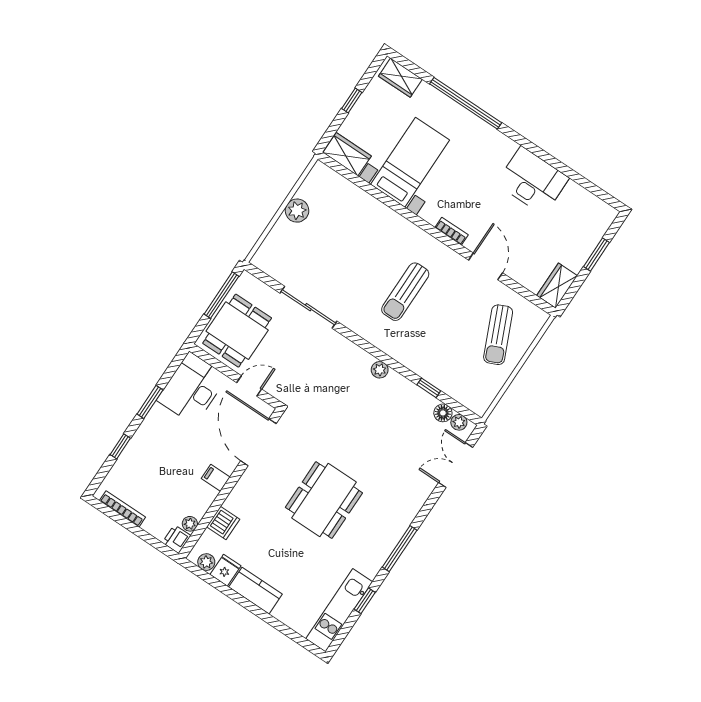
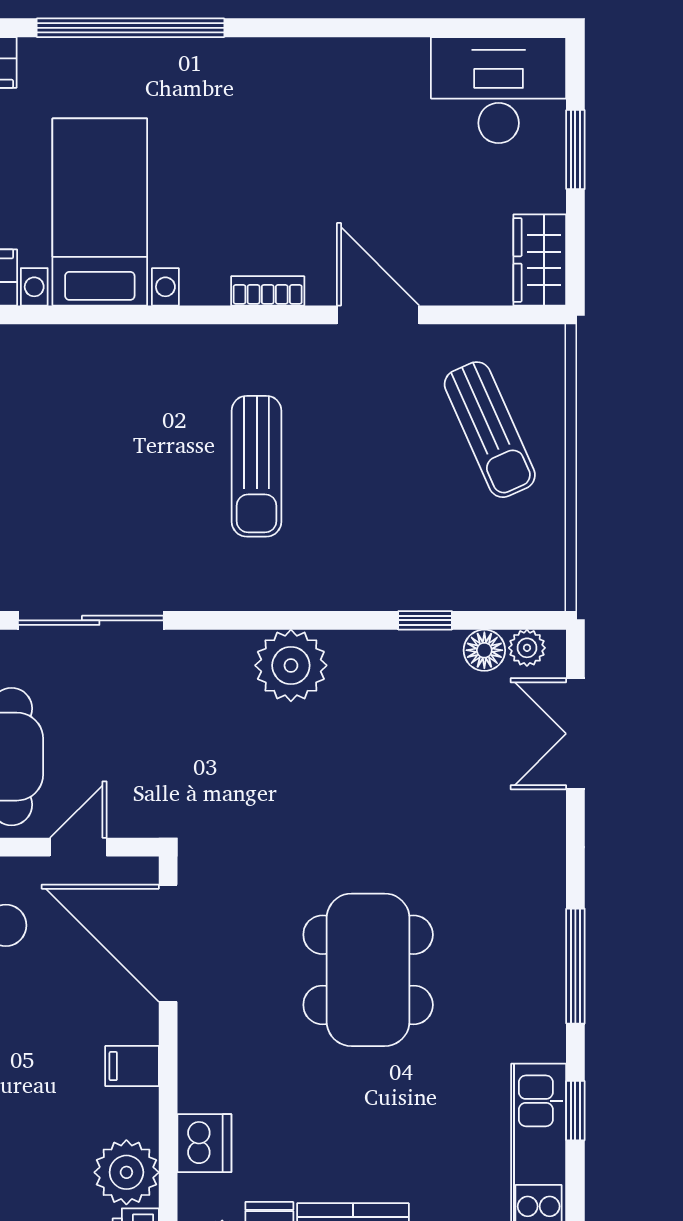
desk: (533, 181) -> (499, 90), moved
plant: (380, 370) -> (291, 665), width x1.87, depth x1.87
plant: (190, 524) -> (126, 1172), width x1.87, depth x1.87

